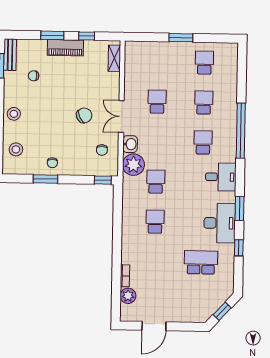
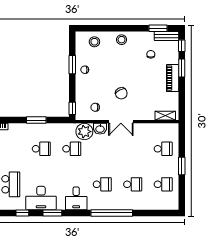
window: (87, 36) -> (182, 46), moved
school desk: (157, 102) -> (163, 149), moved
double door: (121, 116) -> (121, 122), swing flipped
window: (117, 228) -> (36, 120), added

